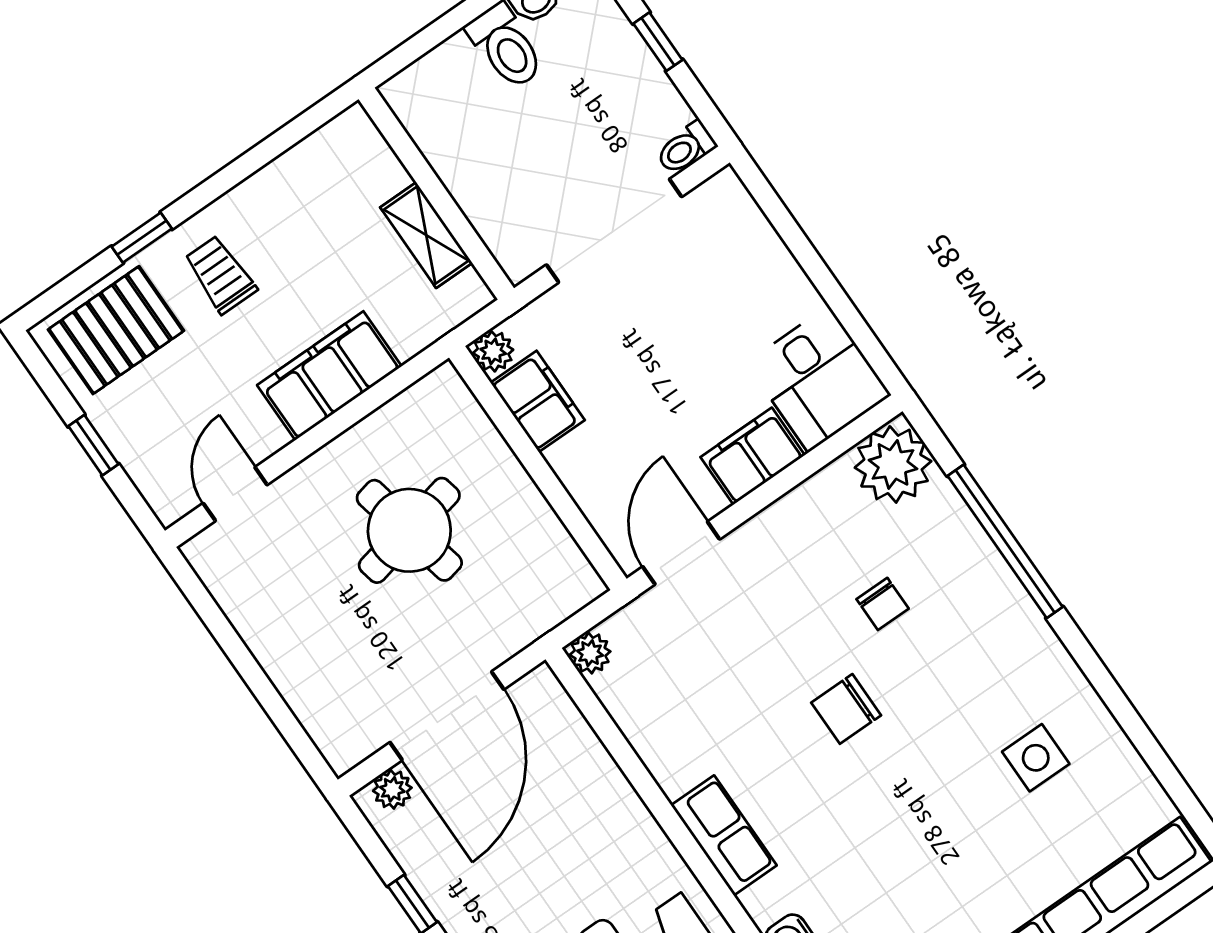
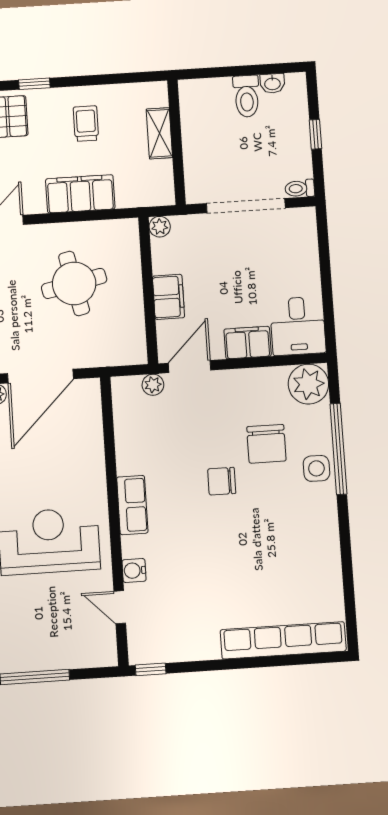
shelving: (426, 235) -> (159, 133), moved
trolley: (220, 275) -> (86, 124), moved
filing cabinet: (538, 401) -> (168, 297), moved
chair: (883, 604) -> (266, 444), width x1.87, depth x1.87
plant: (590, 653) -> (153, 385), moved
side table: (1036, 758) -> (316, 468), moved

